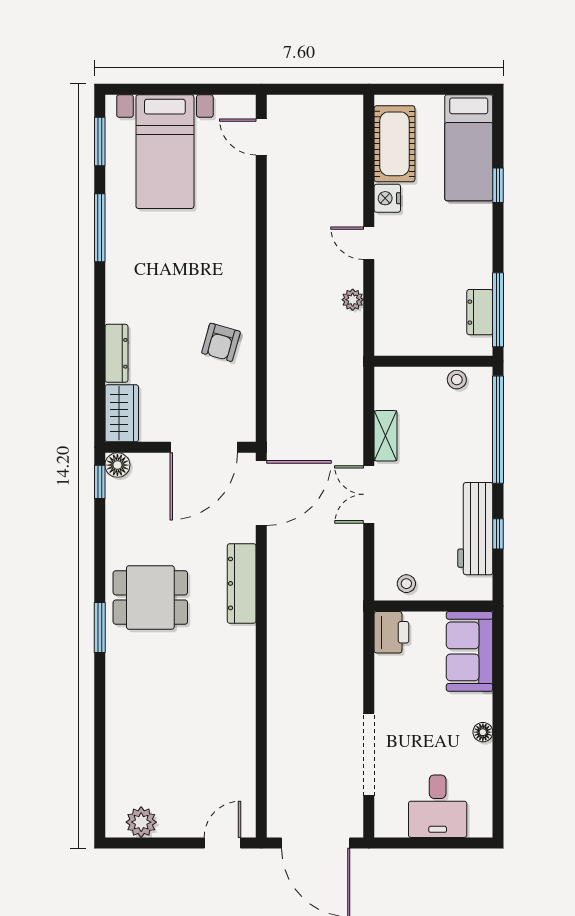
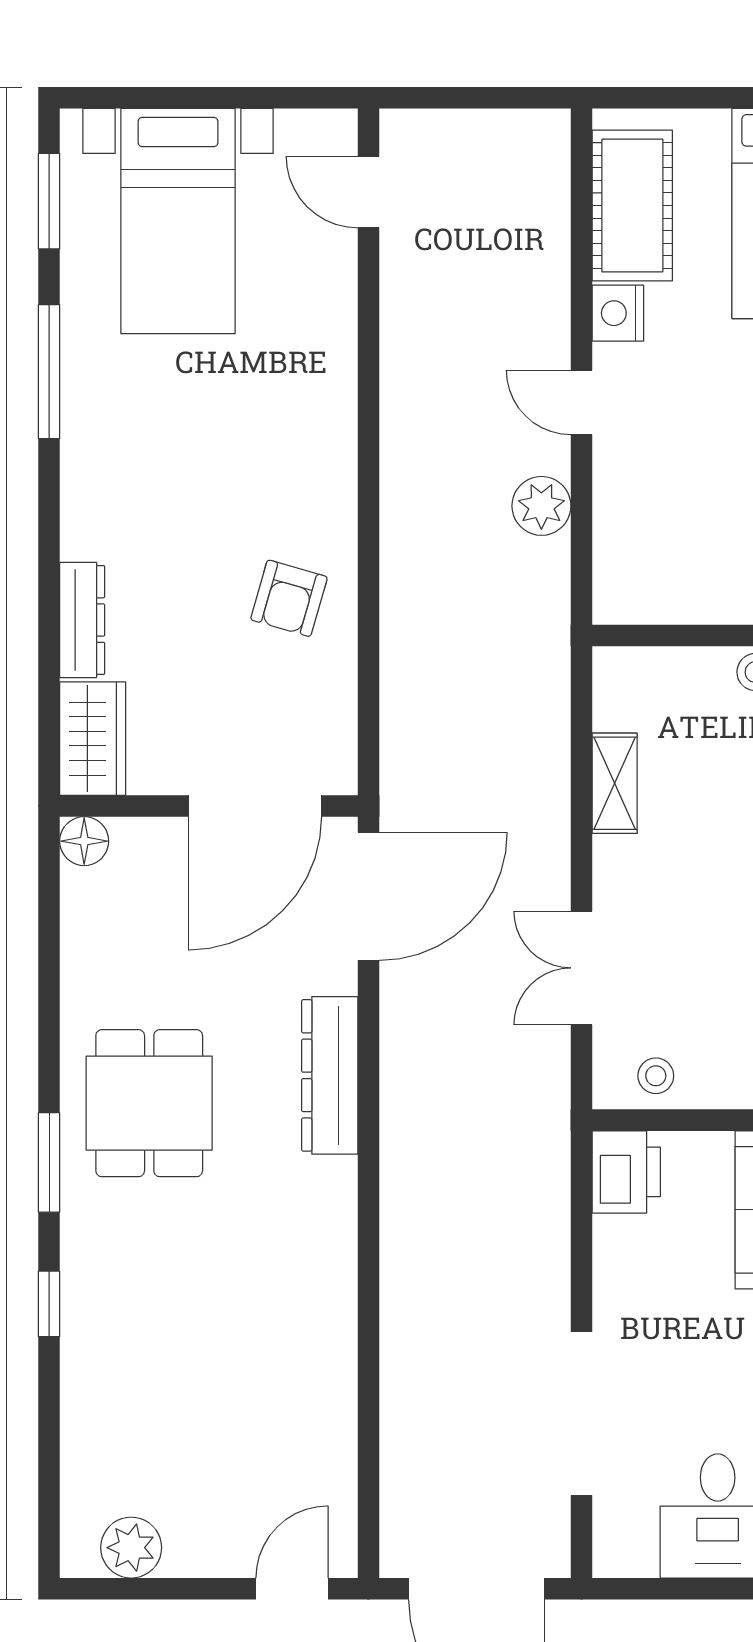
plant: (353, 300) -> (541, 506), width x1.38, depth x1.38
window: (100, 482) -> (49, 1304), moved
double door: (369, 494) -> (582, 968), moved
dining table: (150, 597) -> (149, 1103), turned 90

